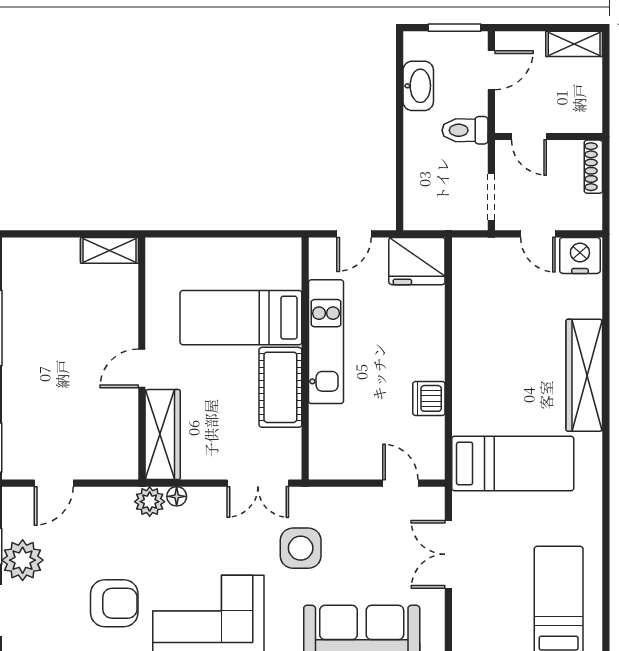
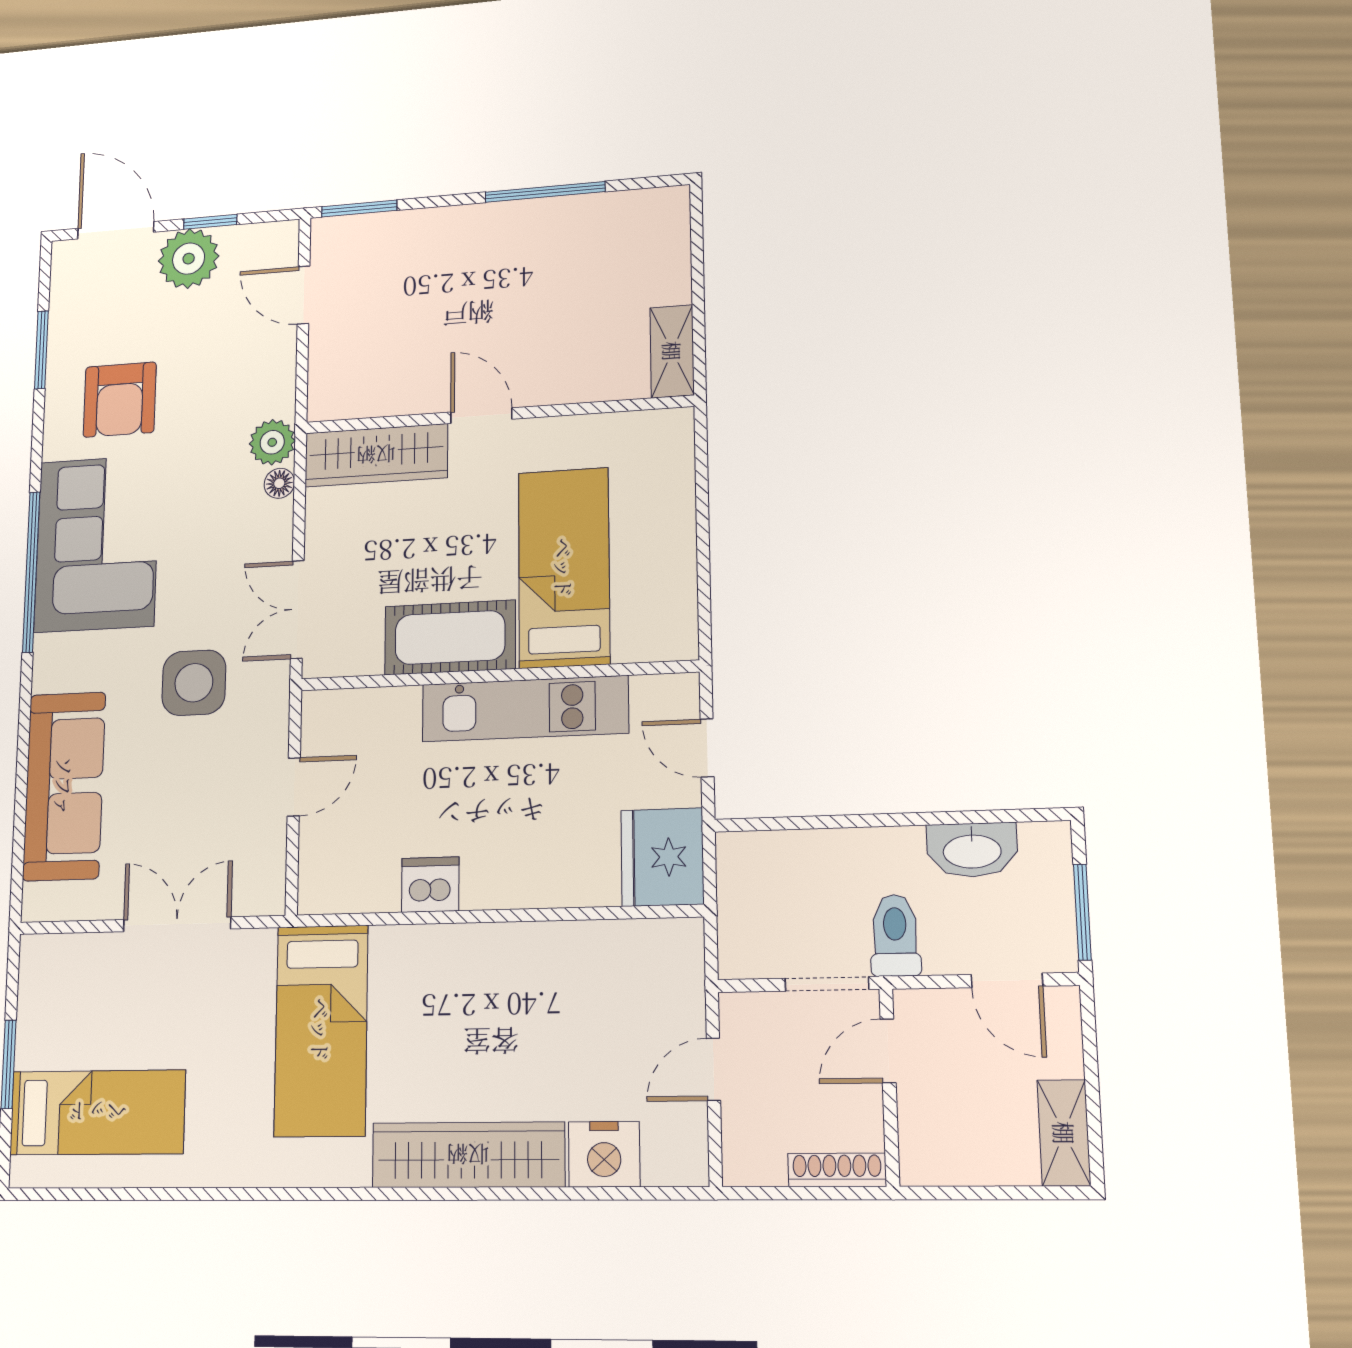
doorway: (491, 197) -> (827, 984), moved
nightstand: (580, 255) -> (604, 1154), moved, turned 90
door: (400, 483) -> (294, 787), moved

